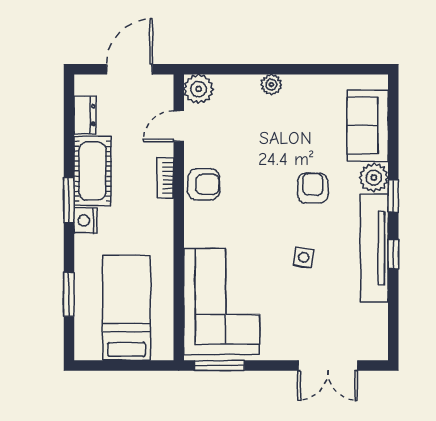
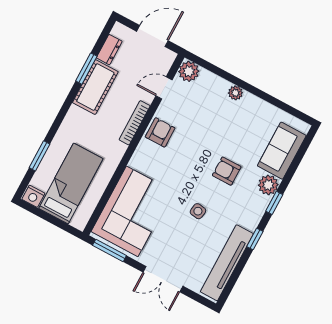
bookcase: (165, 178) -> (135, 123), width x1.56
armchair: (204, 184) -> (160, 132), turned -90
armchair: (313, 188) -> (227, 171), turned -90
window: (69, 200) -> (86, 69), moved
nightstand: (86, 220) -> (33, 196), moved, turned -90
tv unit: (374, 248) -> (227, 263), moved
double door: (328, 366) -> (163, 279), moved

